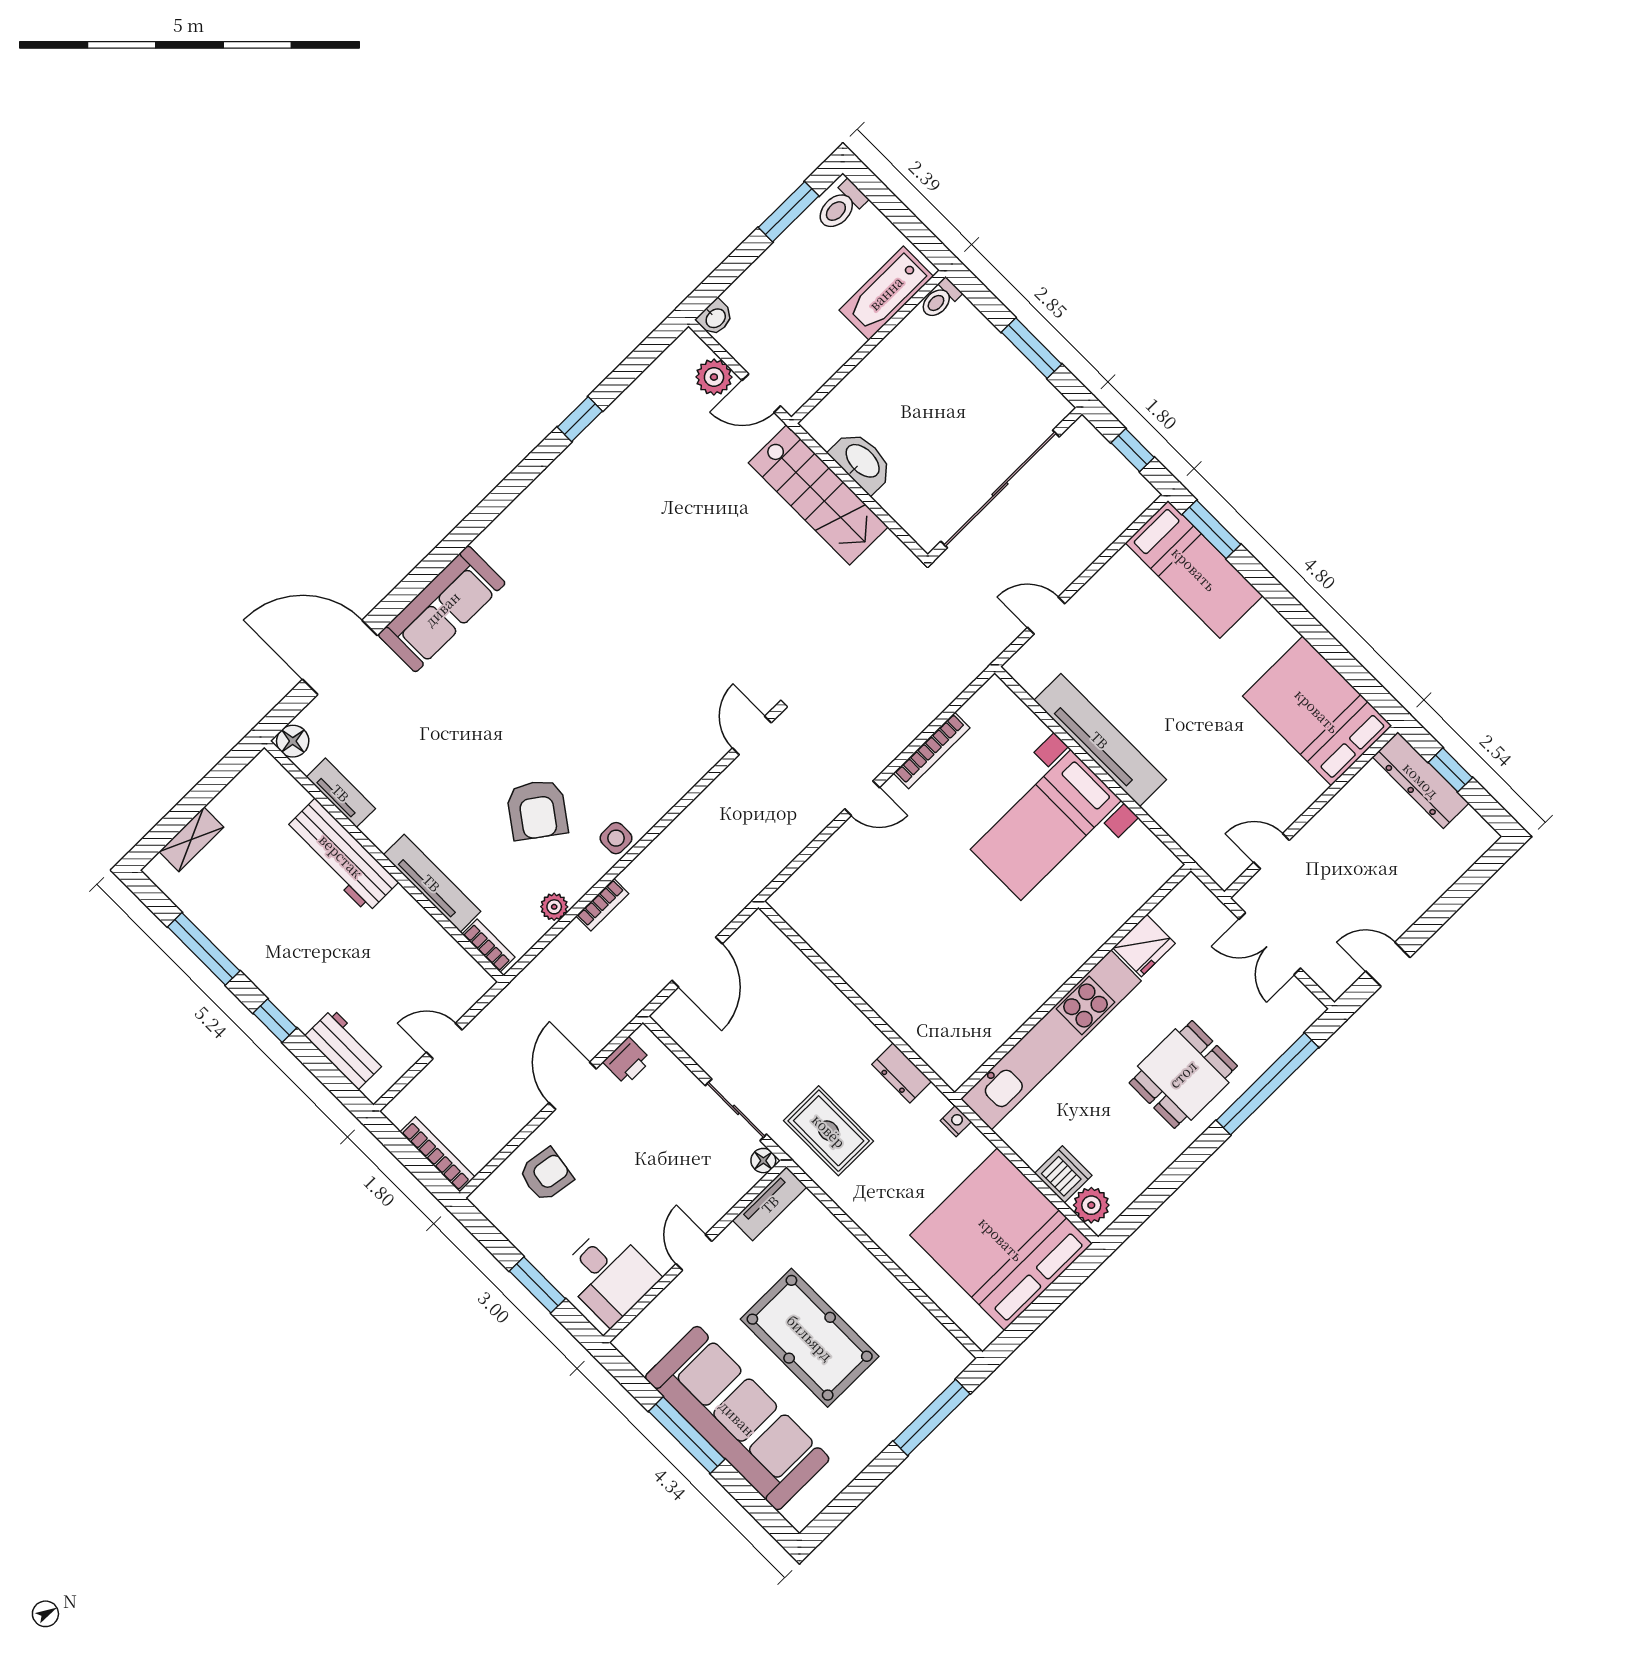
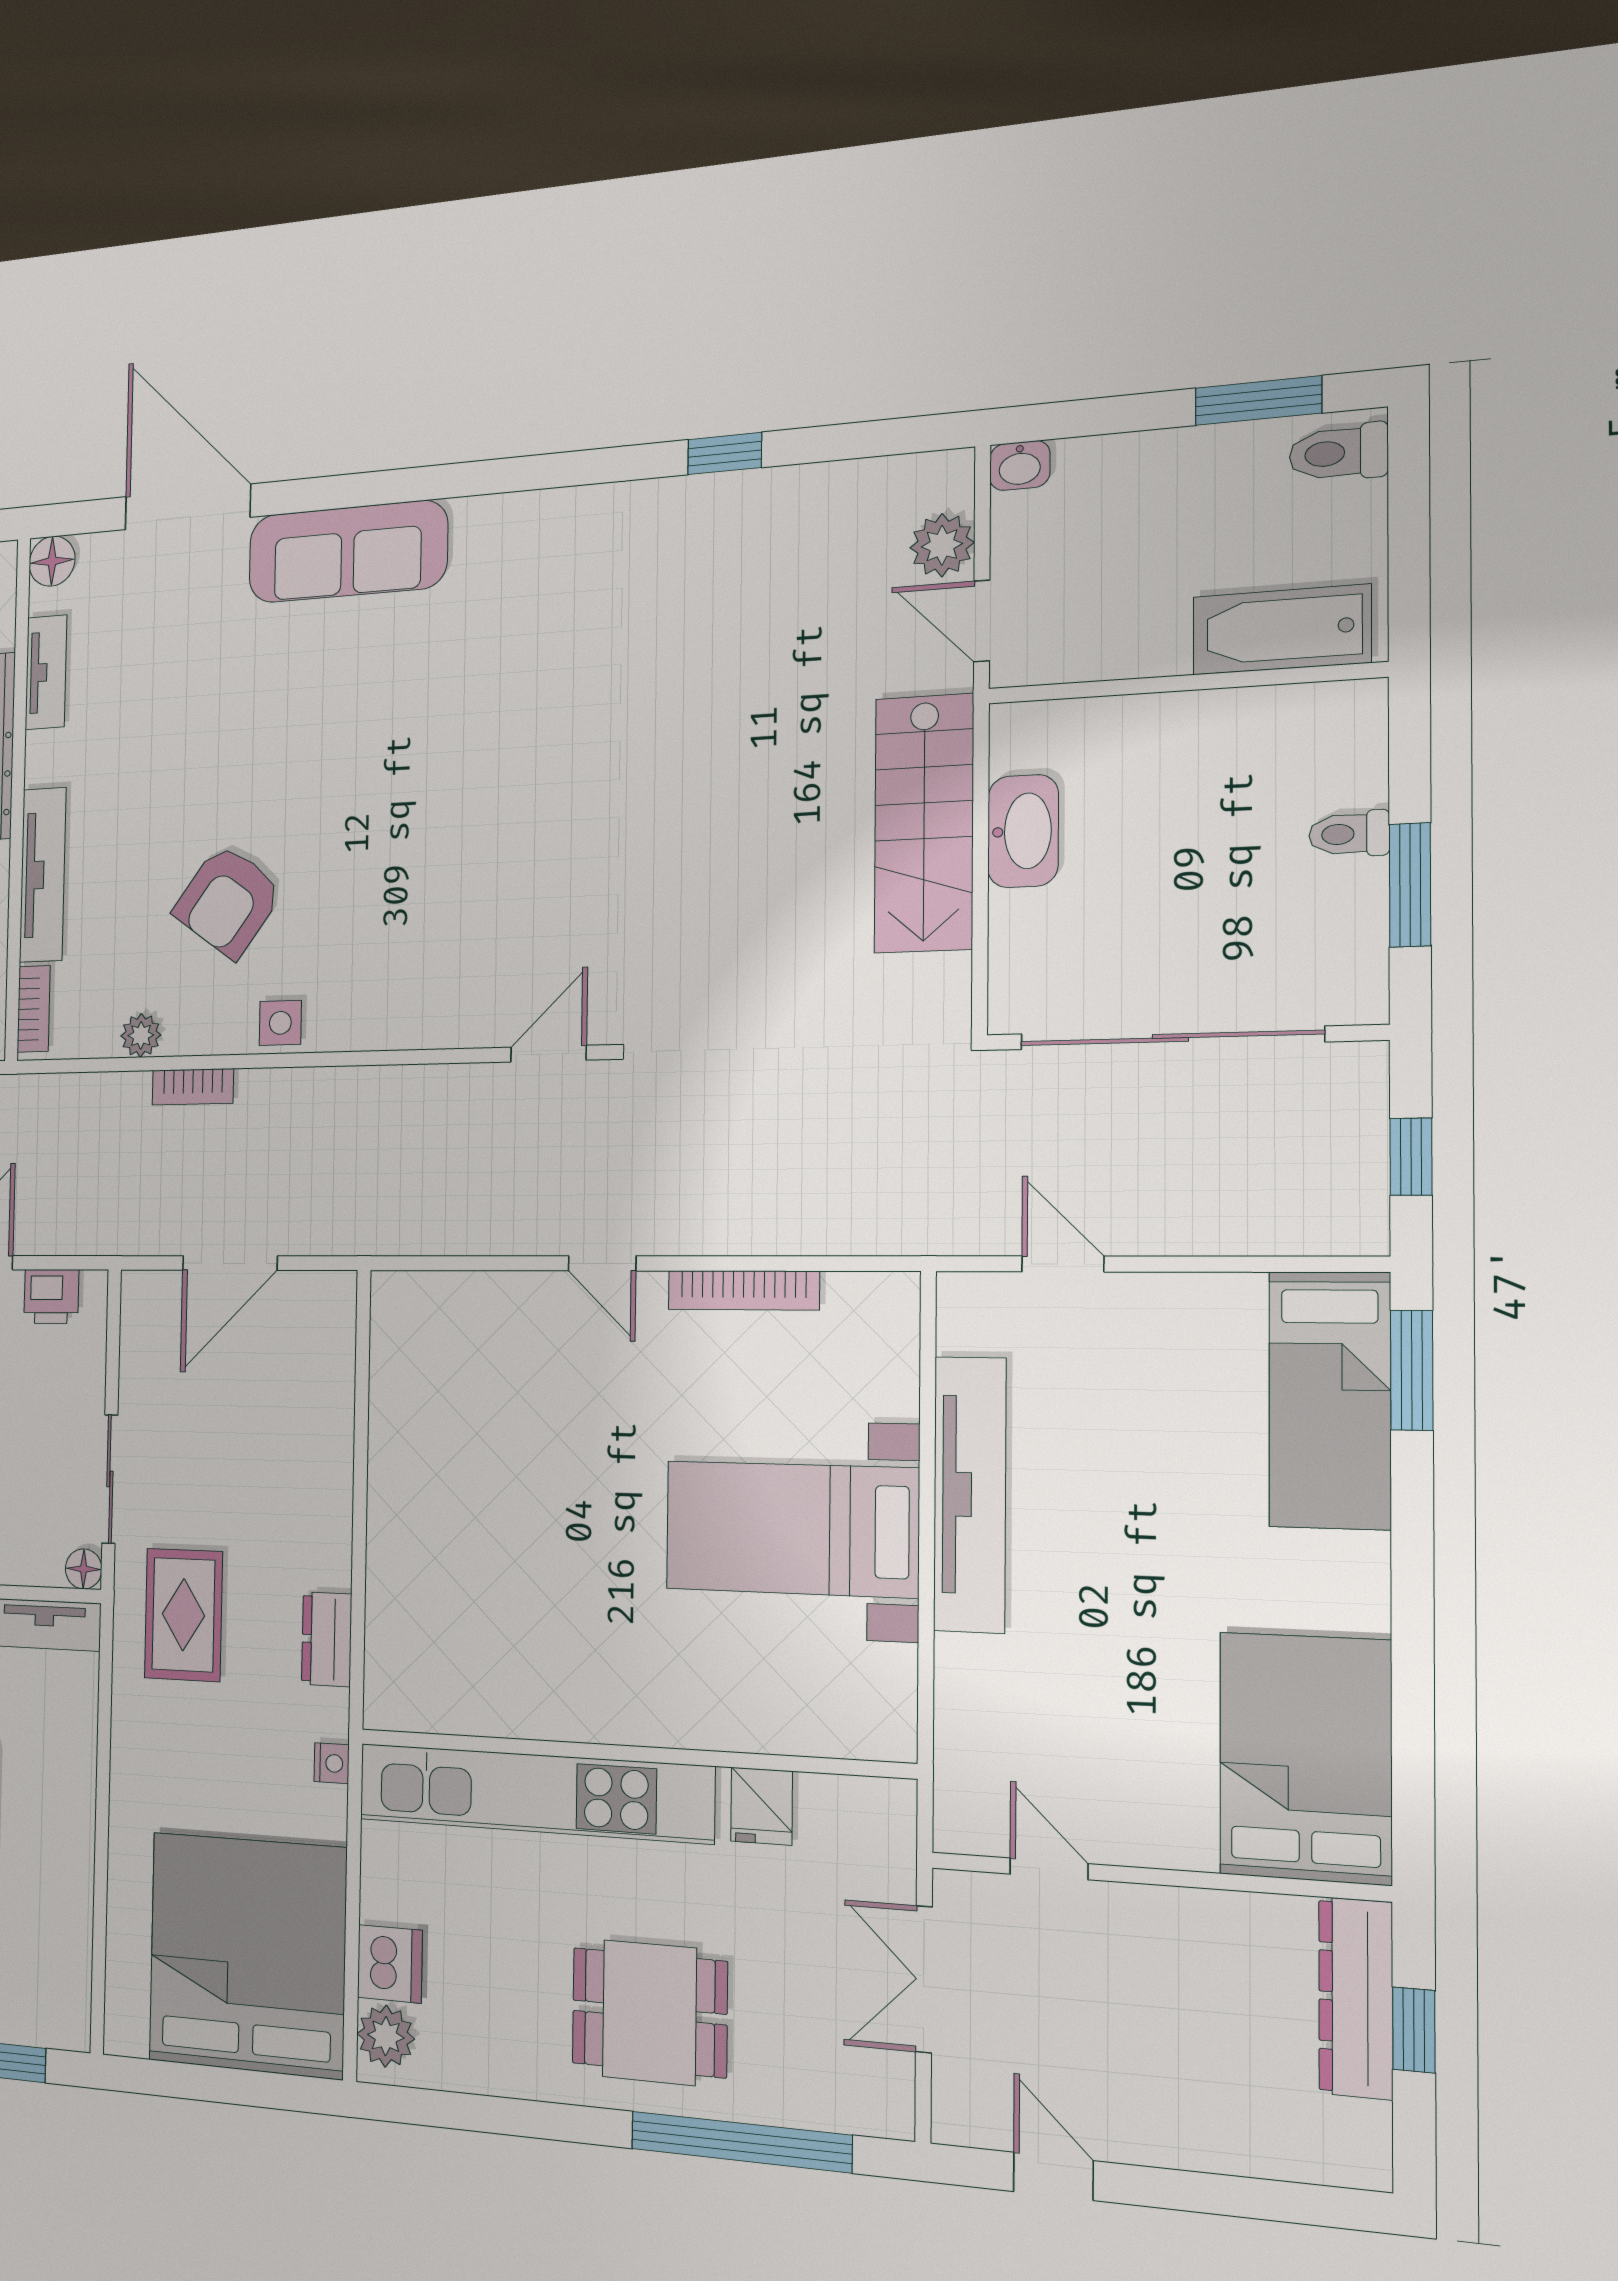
toilet: (940, 299) -> (1349, 834), moved
fridge: (1144, 946) -> (762, 1806), width x0.72

